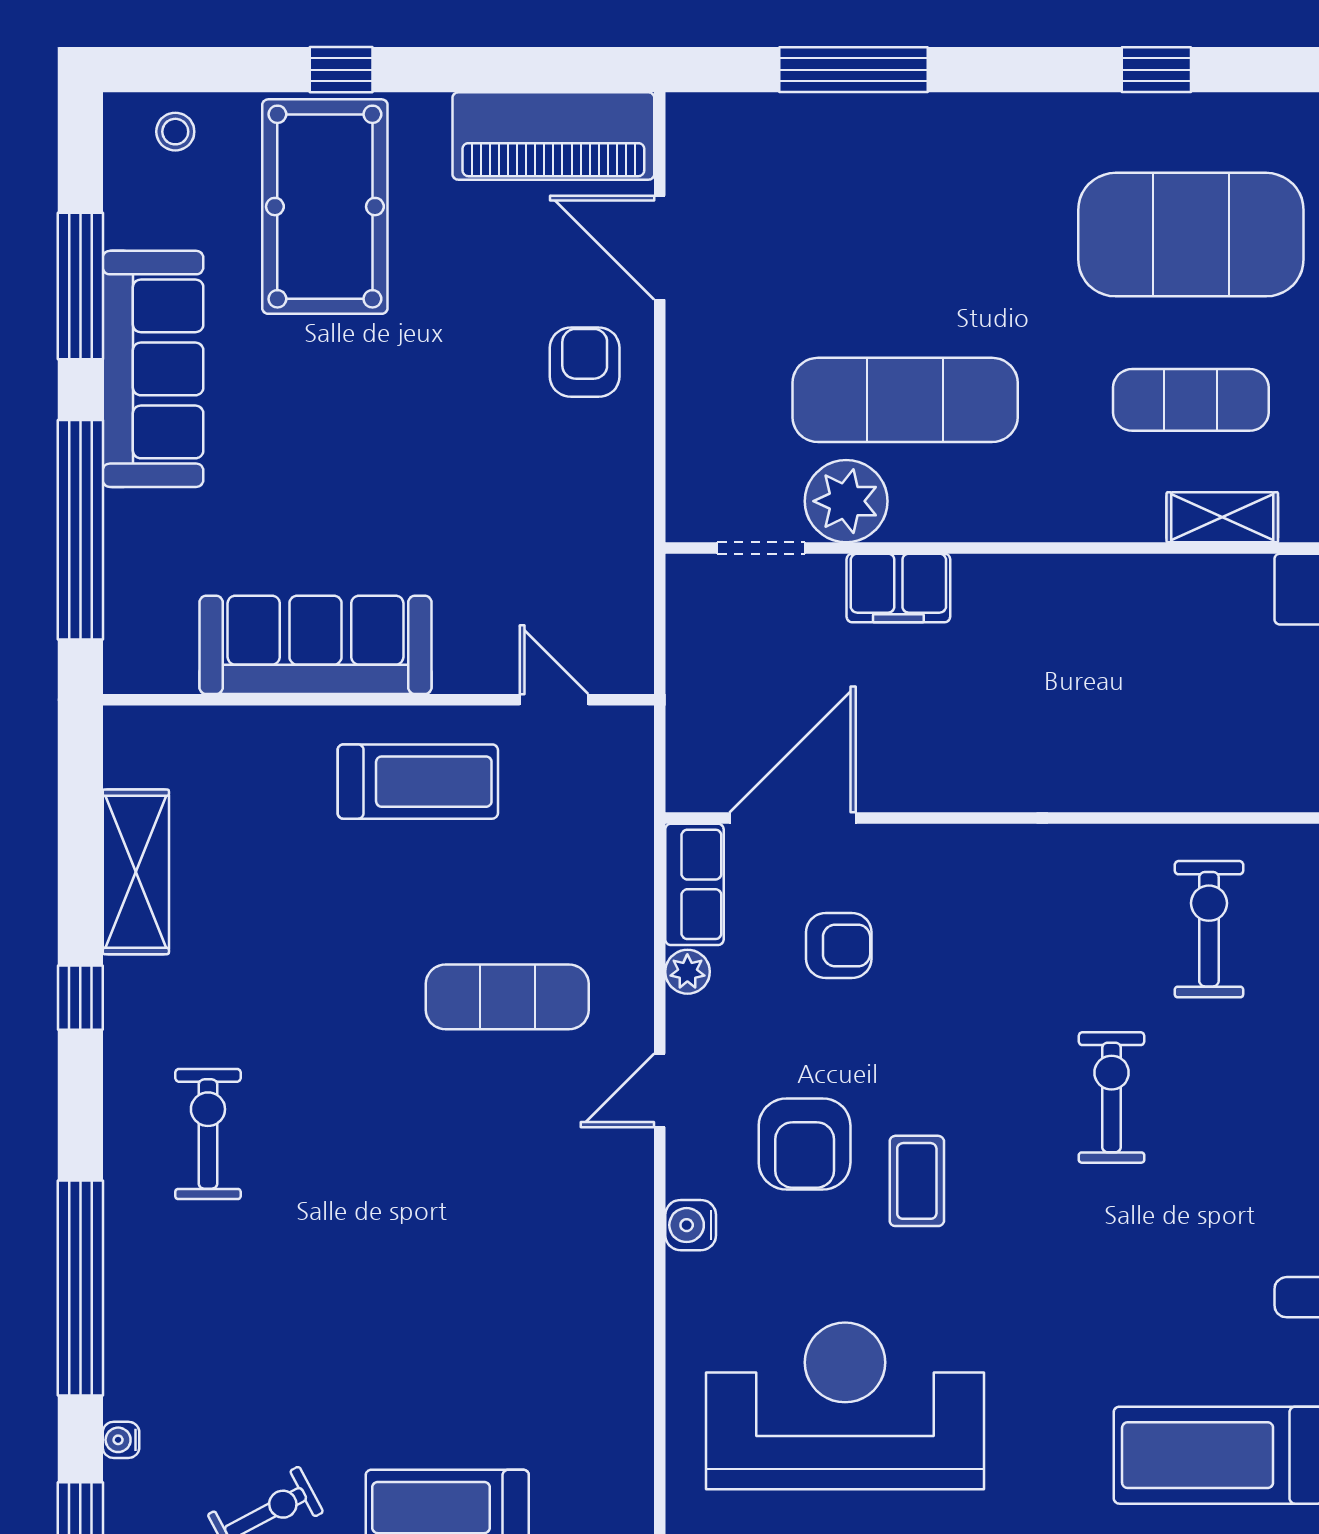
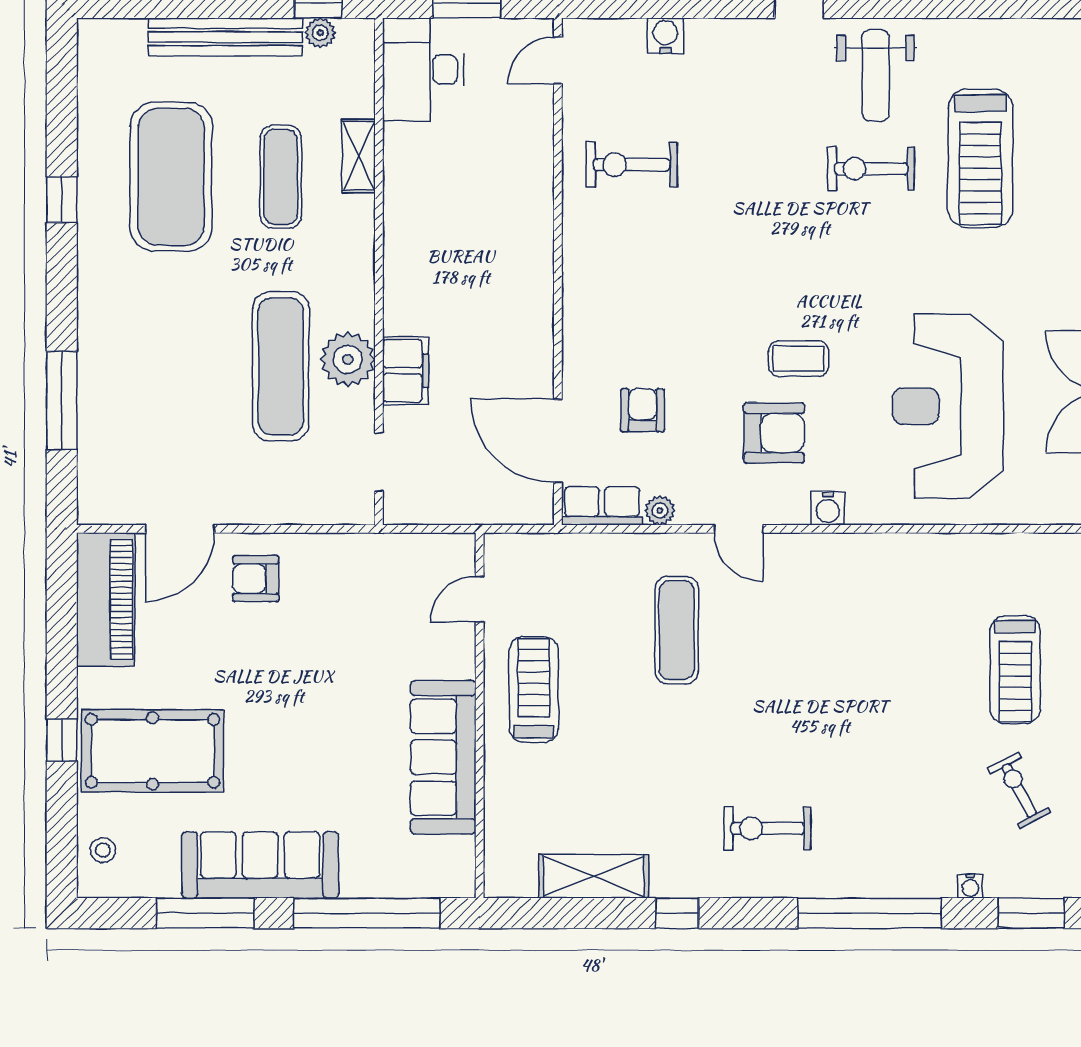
plant: (846, 501) -> (348, 359), moved
exercise bike: (1112, 1097) -> (871, 169), moved

